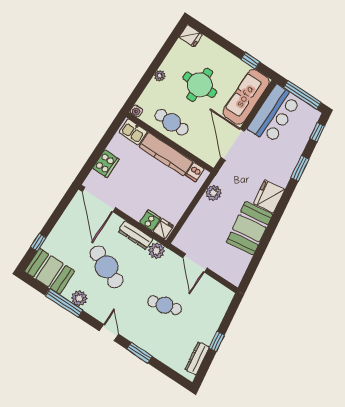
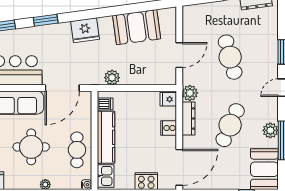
cooker: (150, 220) -> (169, 128), moved
booth: (249, 228) -> (137, 27), moved
cafe table: (165, 305) -> (230, 57), width x1.37, depth x1.35

